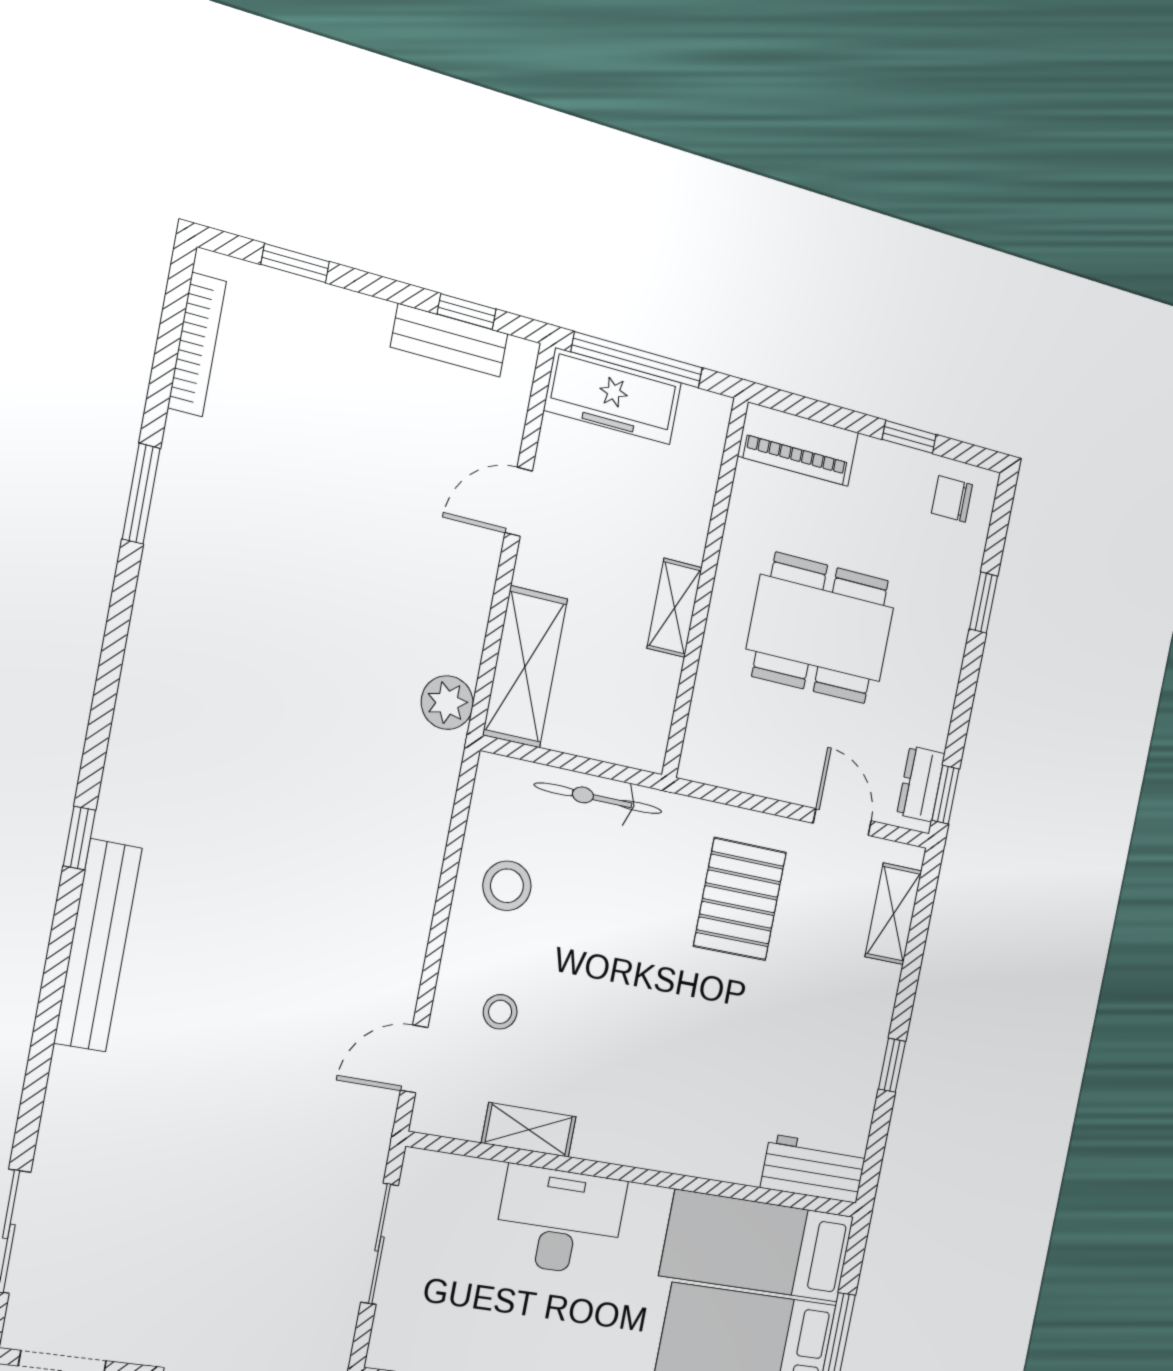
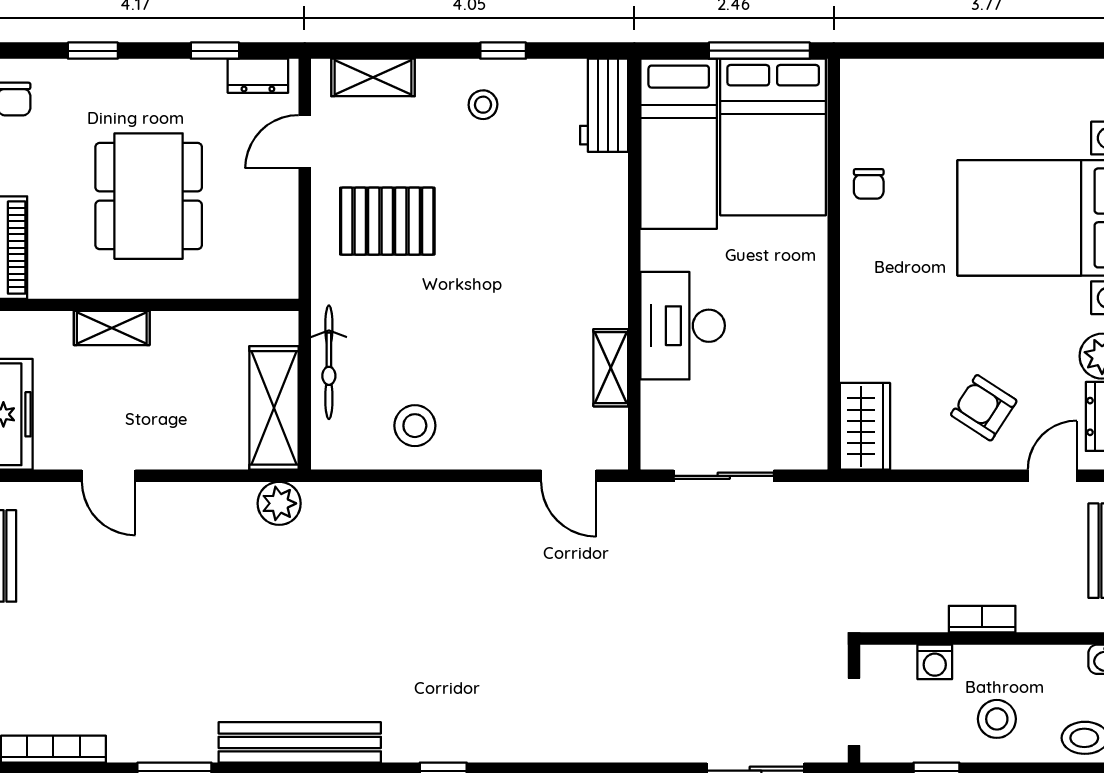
shelving: (674, 608) -> (112, 328), moved
shelving: (525, 667) -> (274, 408), moved, turned 90
window: (945, 795) -> (215, 51), moved
bench: (98, 946) -> (300, 742), moved
stool: (500, 1012) -> (483, 105), moved

